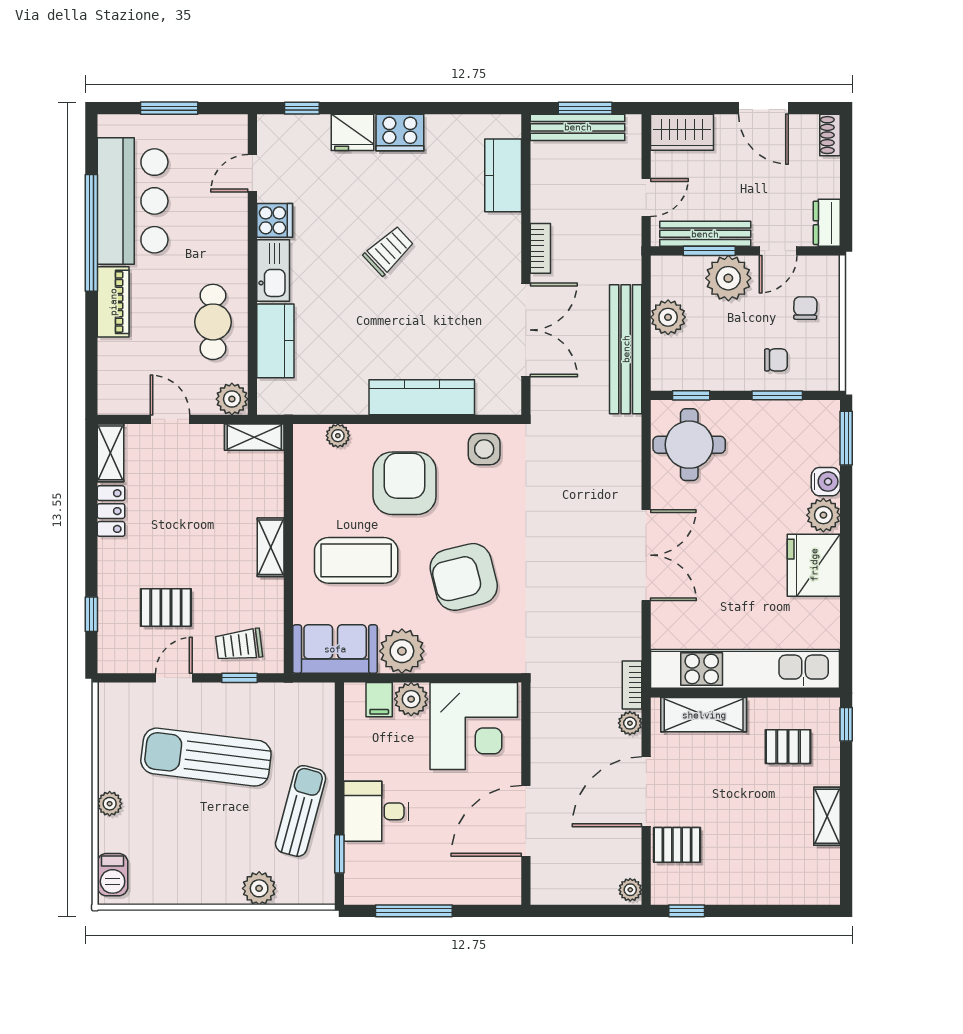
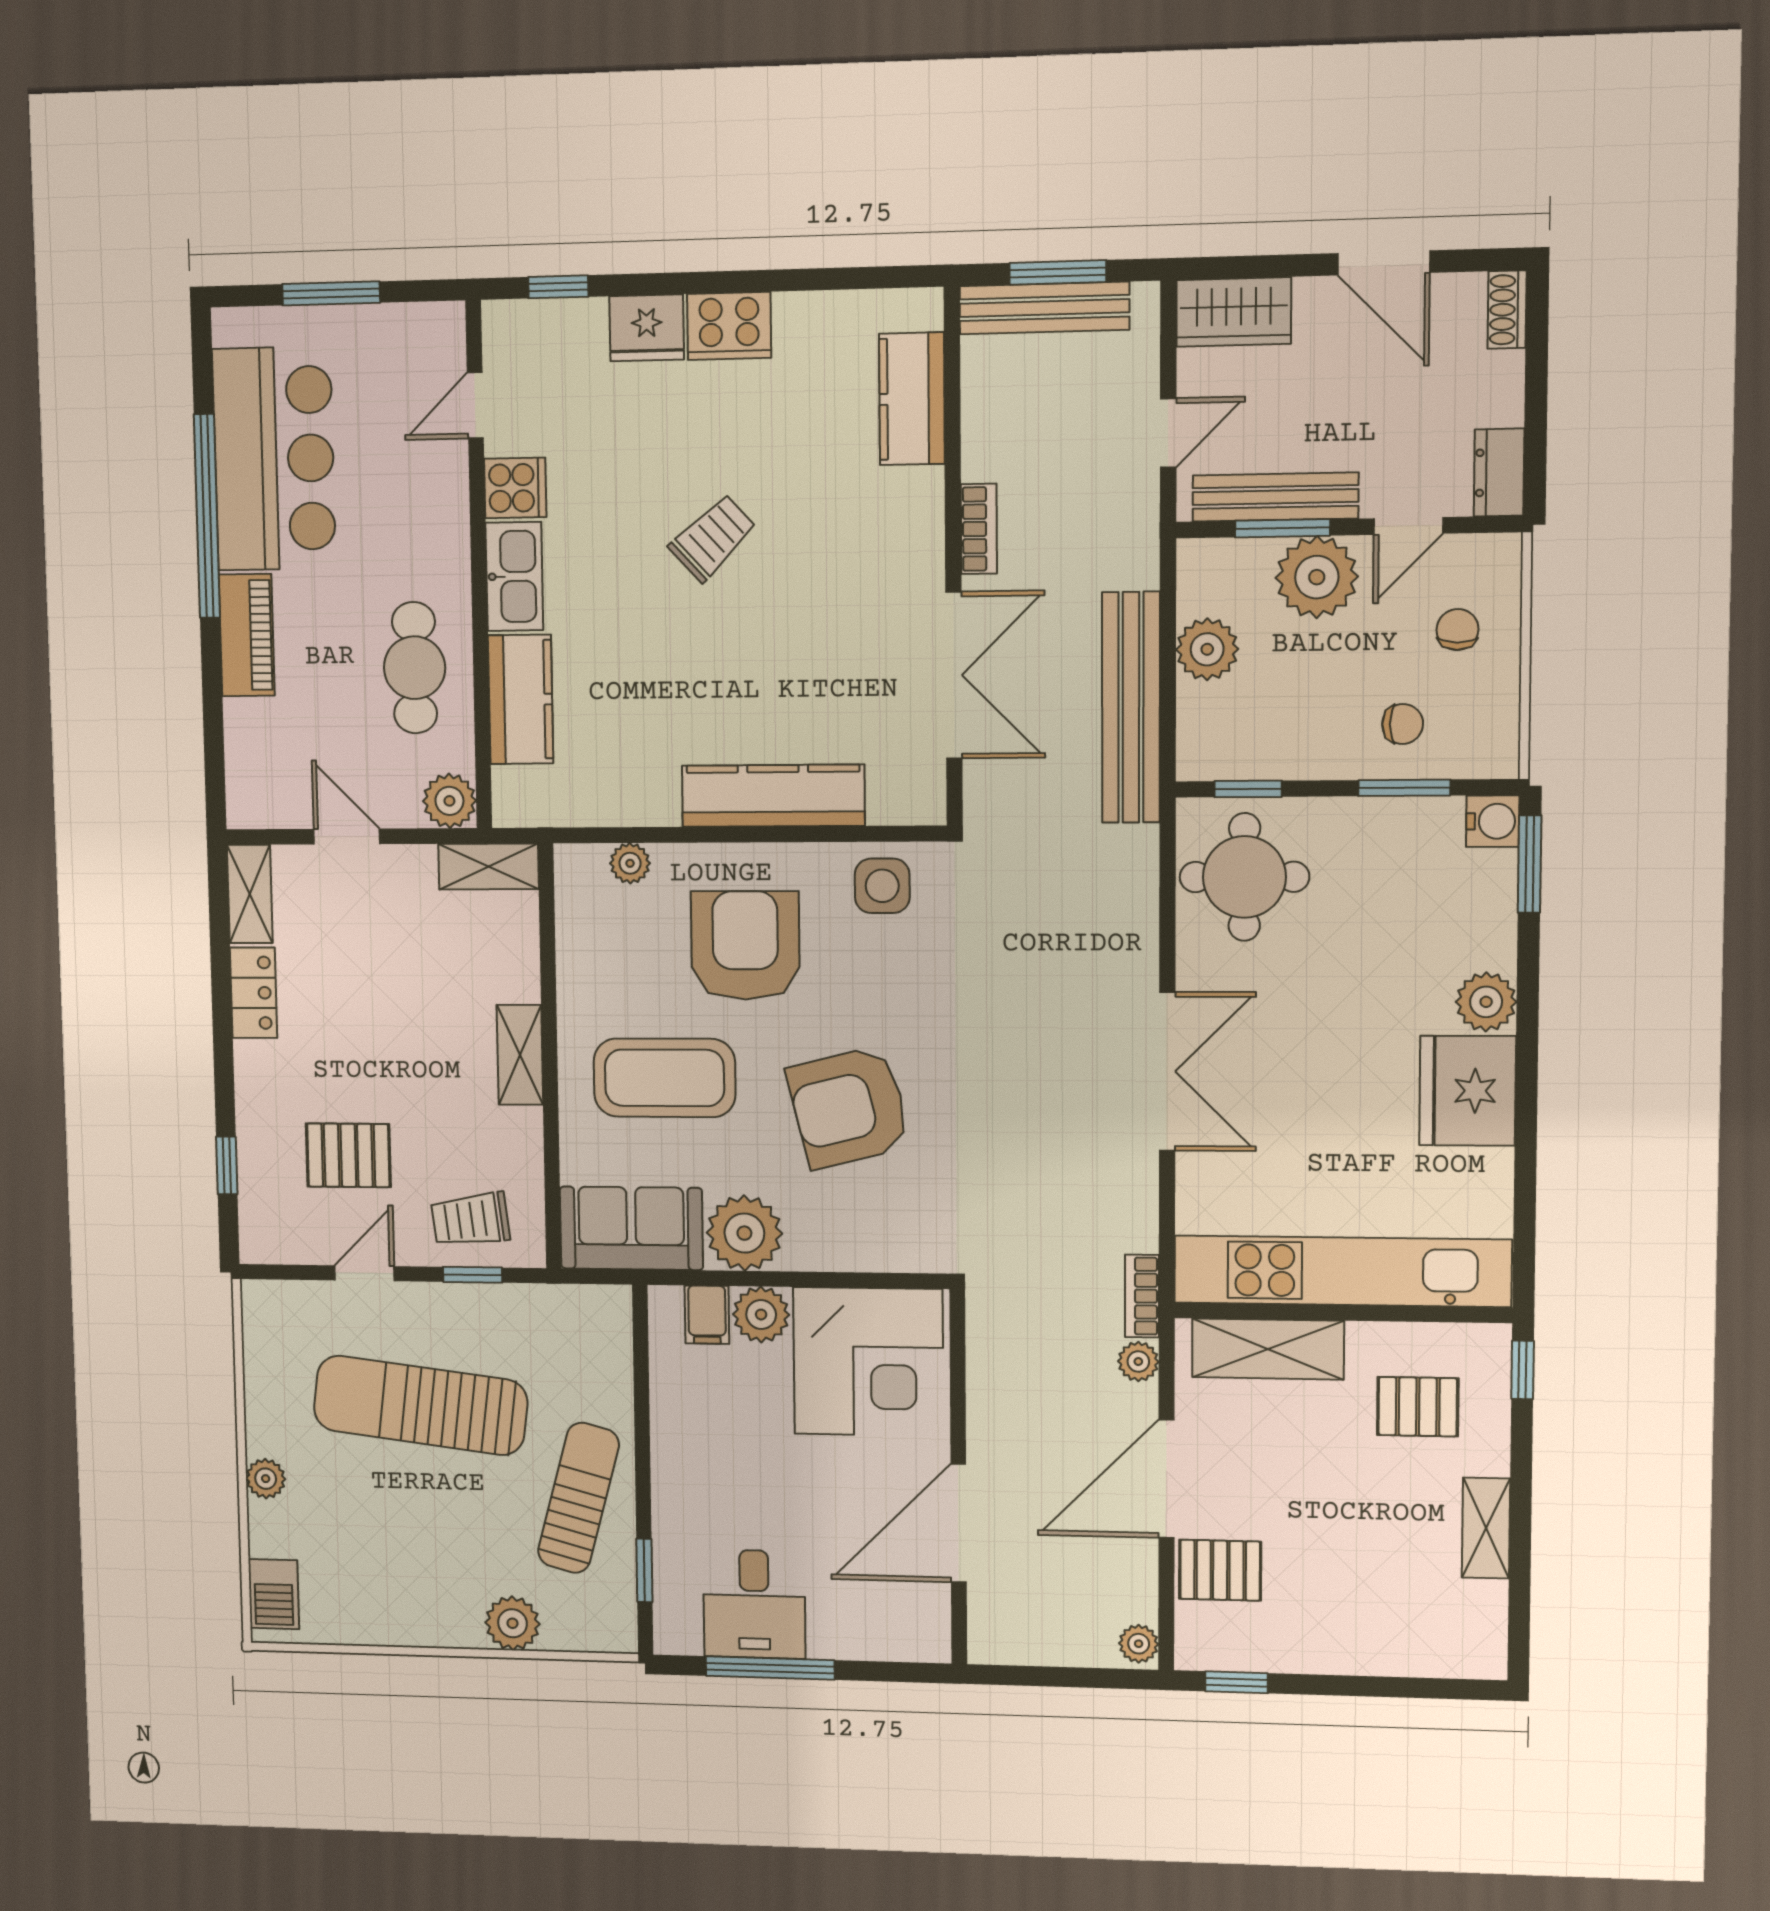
water cooler: (826, 482) -> (1493, 821), moved
desk: (376, 811) -> (754, 1604), moved, turned -90

